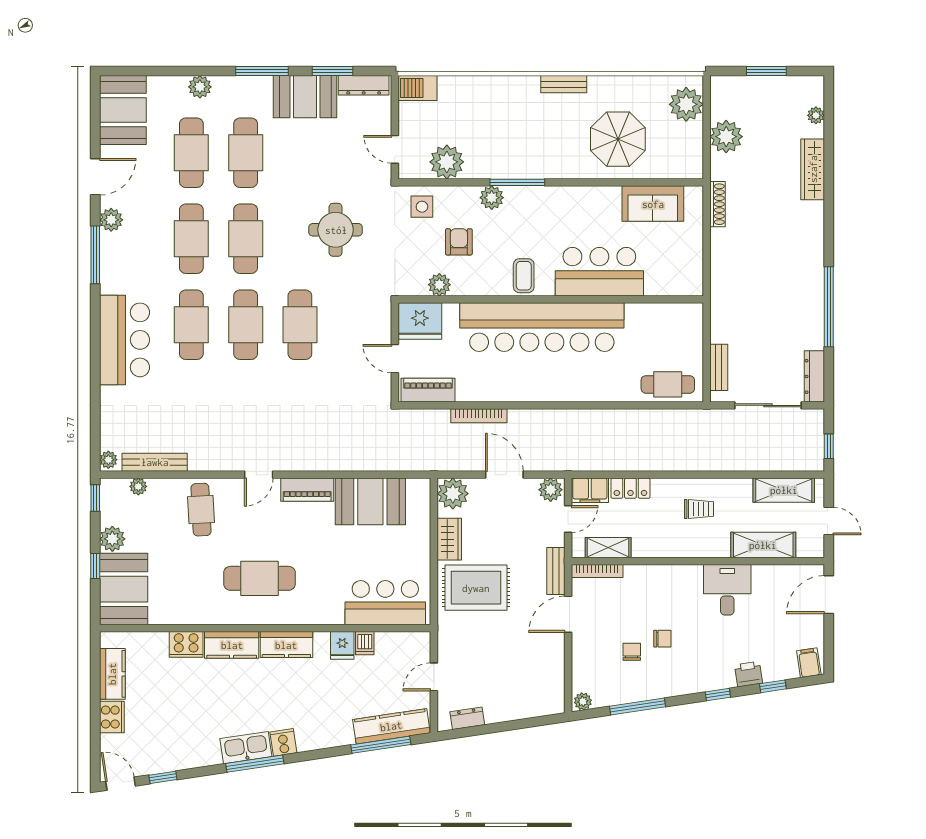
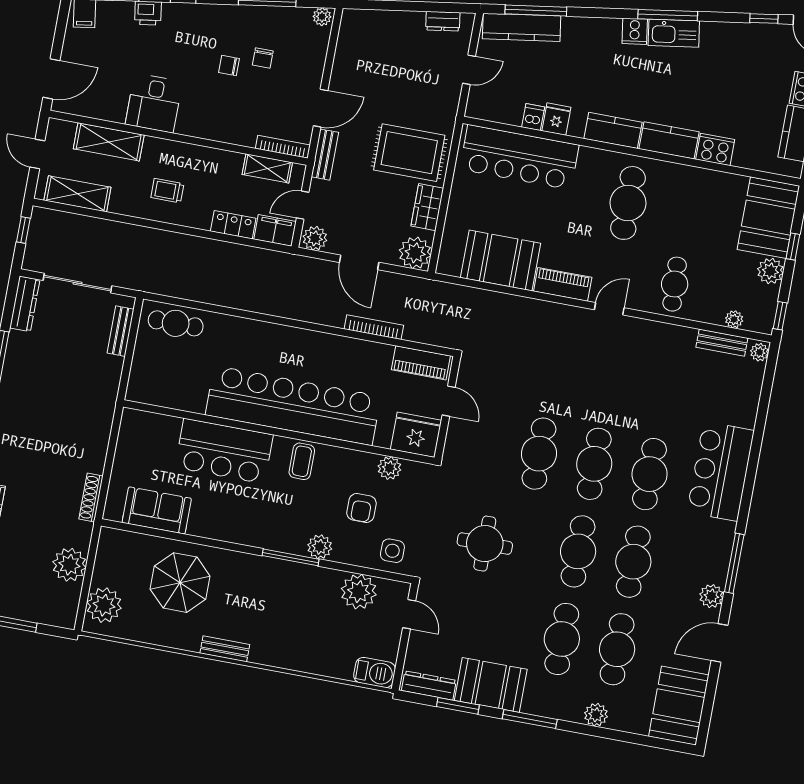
bench: (155, 462) -> (722, 343), width x0.73
cafe table: (259, 578) -> (628, 203), turned 90
bar counter: (385, 603) -> (519, 157), width x1.36

